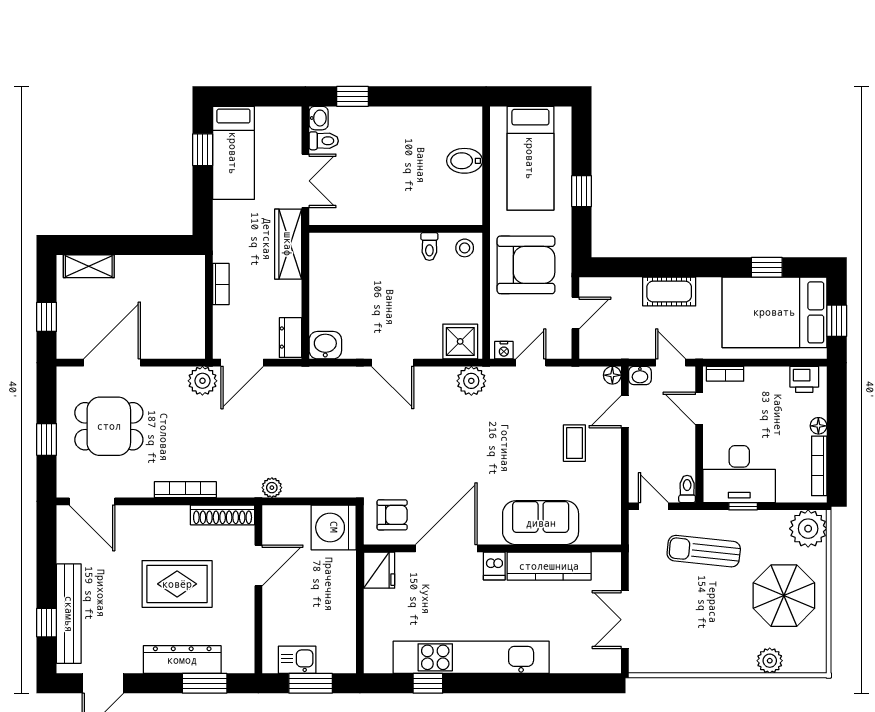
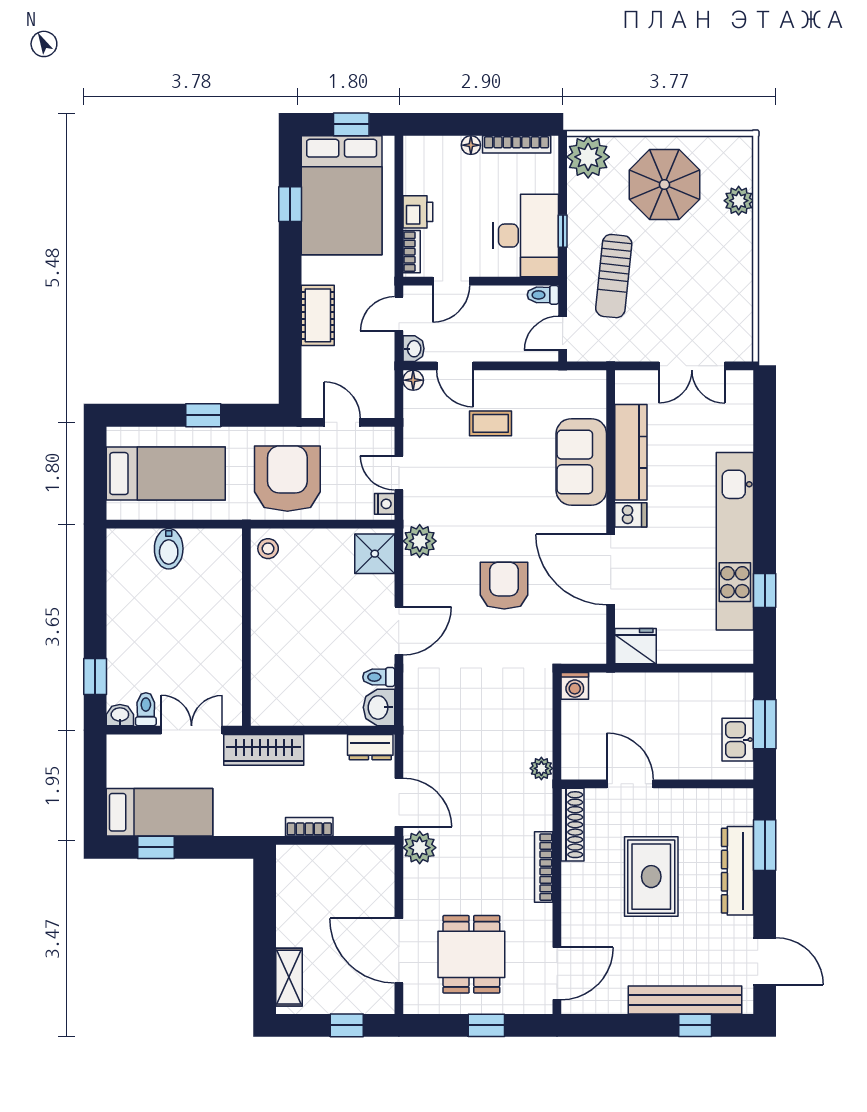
toilet: (429, 246) -> (379, 677), moved, turned 180
printer: (804, 379) -> (418, 212), moved
armchair: (392, 515) -> (504, 586), moved, width x1.38, depth x1.38
washing machine: (334, 527) -> (575, 686), width x0.53, depth x0.53

